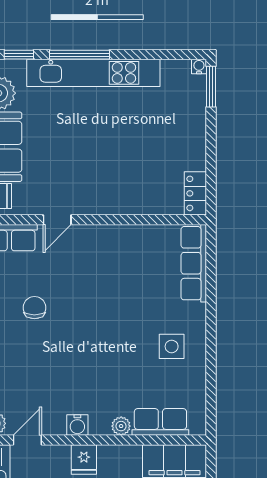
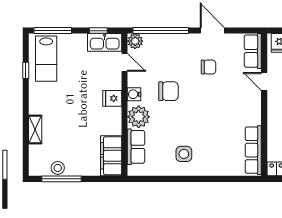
row of seats: (194, 263) -> (253, 150), moved, turned -90
chair: (73, 371) -> (168, 91), added
plant: (121, 426) -> (139, 117), width x1.88, depth x1.88

